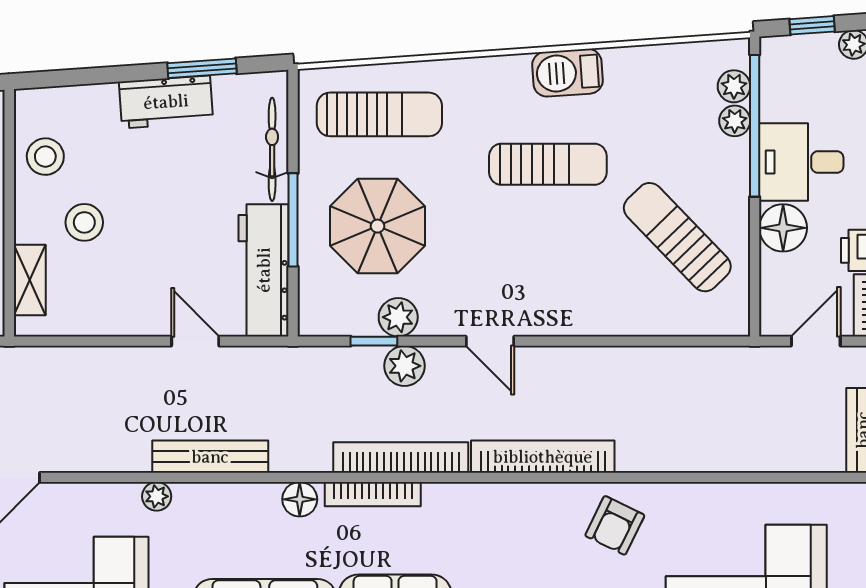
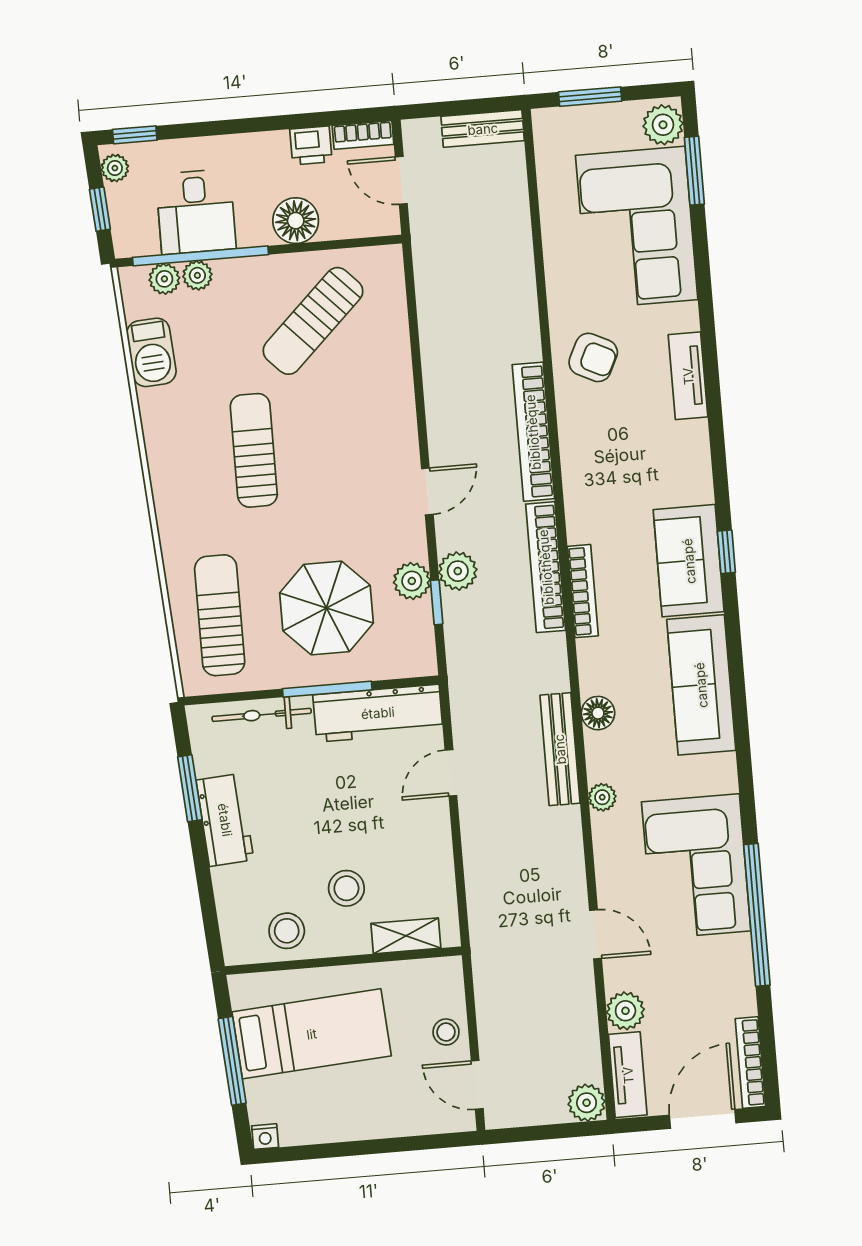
barbecue: (567, 73) -> (151, 352), moved
desk: (801, 162) -> (196, 212), moved
floor lamp: (300, 499) -> (598, 713), moved

